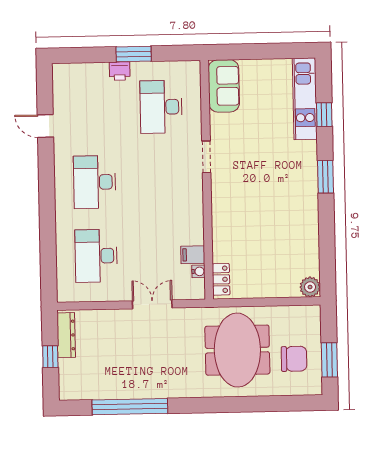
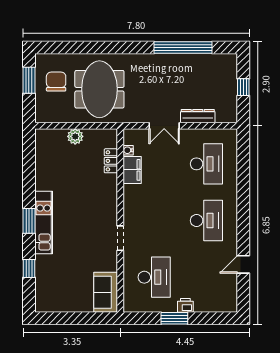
kitchen unit: (305, 99) -> (44, 223), moved
door: (45, 126) -> (243, 264), swing flipped
filing cabinet: (193, 255) -> (132, 170), width x2.00
locker: (221, 279) -> (111, 161), moved
plant: (310, 287) -> (75, 136), moved
dresser: (66, 335) -> (198, 116), moved, turned 90
chair: (294, 359) -> (56, 82), turned 90

